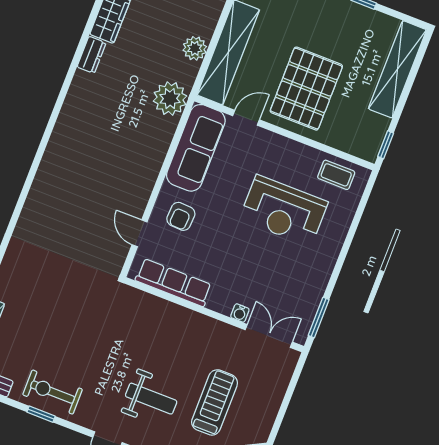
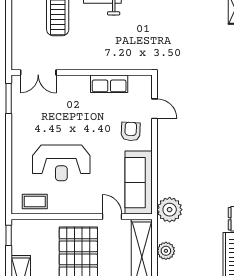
door: (246, 118) -> (112, 217), swing flipped
reception desk: (284, 211) -> (61, 163), turned 180
row of seats: (173, 283) -> (109, 84), width x0.68
water cooler: (240, 313) -> (64, 81), removed

